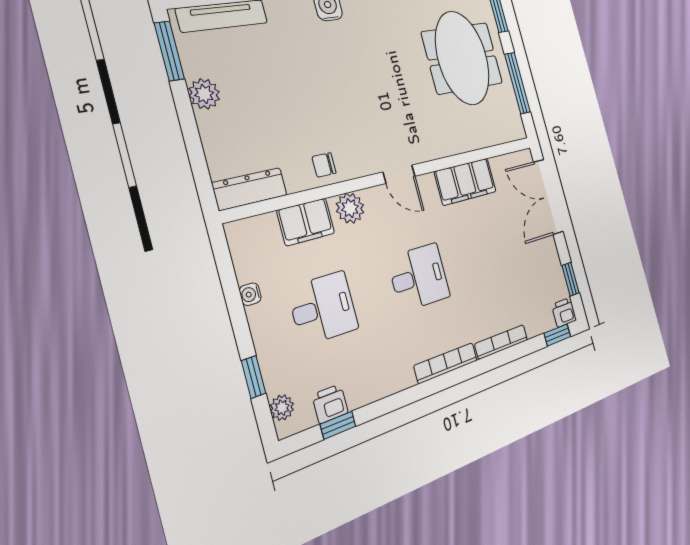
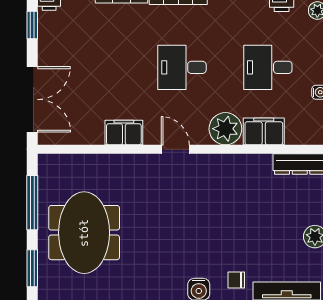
chair: (324, 165) -> (236, 280), moved, turned 180
filing cabinet: (466, 182) -> (124, 133), width x0.67, depth x0.86
plant: (350, 208) -> (225, 129), width x1.36, depth x1.36

